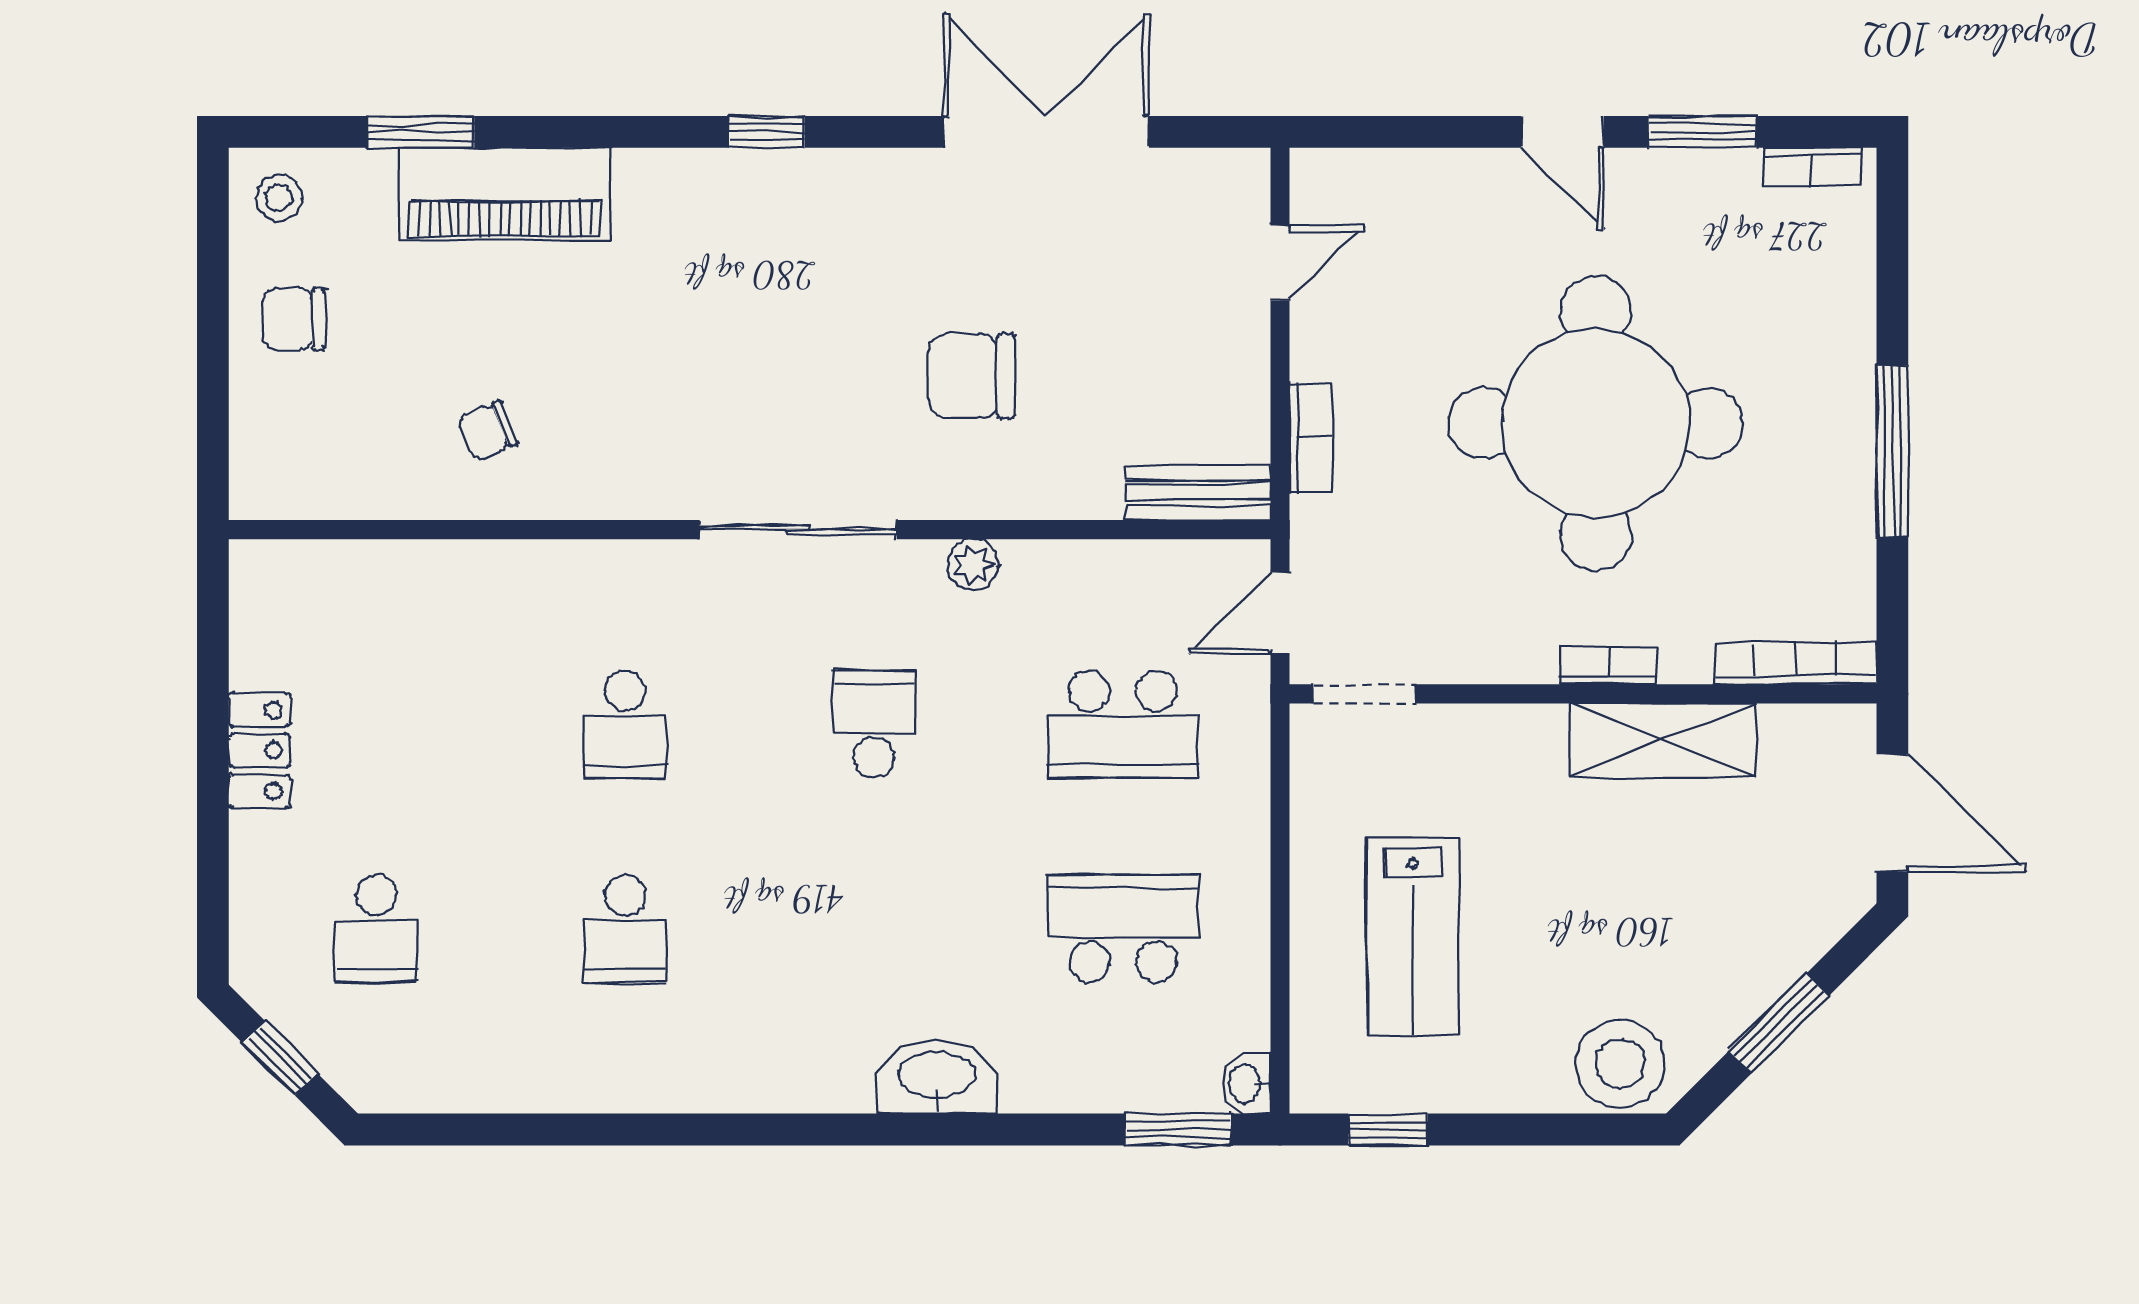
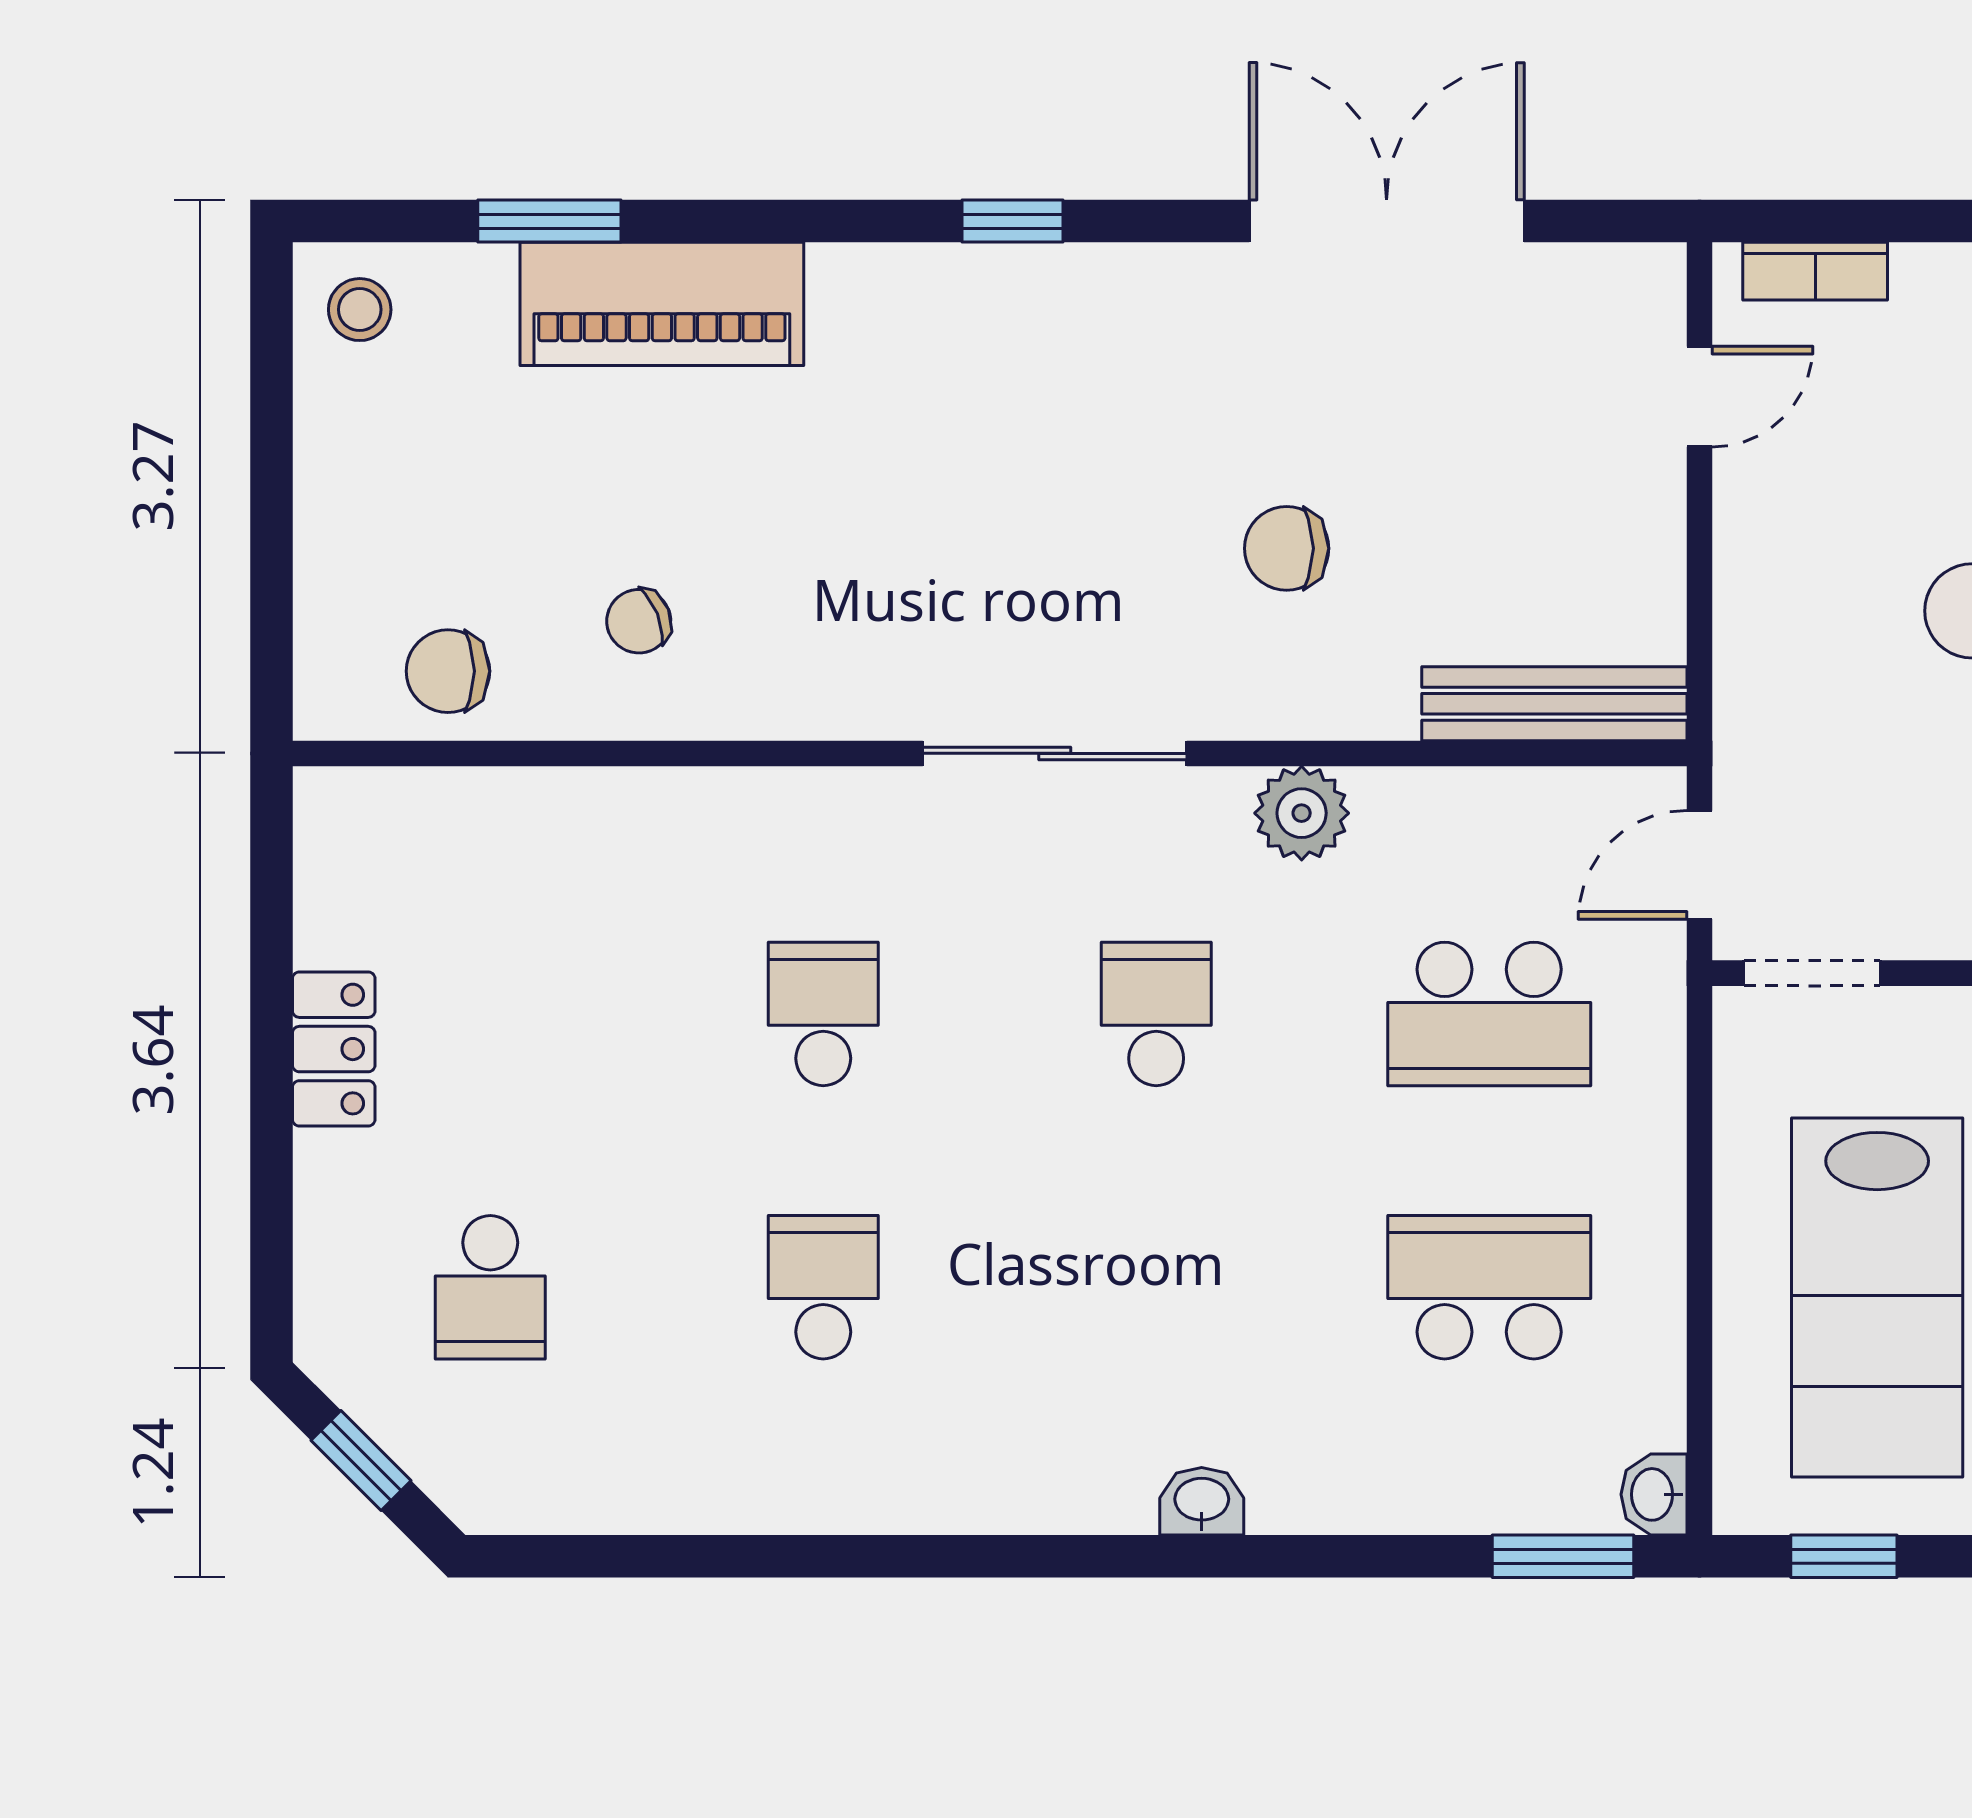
chair: (294, 319) -> (448, 671), moved
chair: (971, 376) -> (1287, 548), width x0.73, depth x0.73
bookcase: (1311, 438) -> (1815, 271), moved, turned 90
bench: (1198, 492) -> (1554, 704), width x1.36
plant: (973, 565) -> (1302, 813), width x1.38, depth x1.38
school desk: (625, 724) -> (823, 1014), turned 180
school desk: (625, 929) -> (823, 1287), turned 180
lab bench: (1413, 936) -> (1877, 1298), width x1.36, depth x1.39
washbasin: (937, 1077) -> (1202, 1501), width x0.52, depth x0.69

